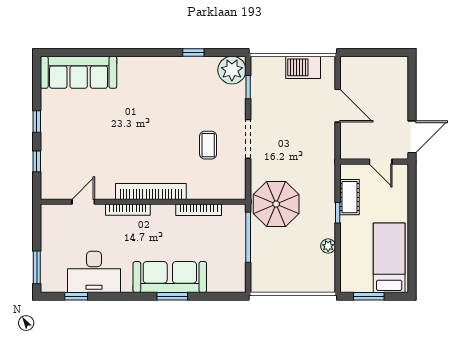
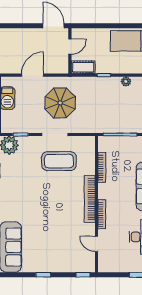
coffee table: (208, 145) -> (59, 161), width x1.86, depth x1.72
window: (37, 161) -> (83, 275), moved
cot: (349, 197) -> (83, 67), moved
parasol: (276, 204) -> (60, 103), moved

